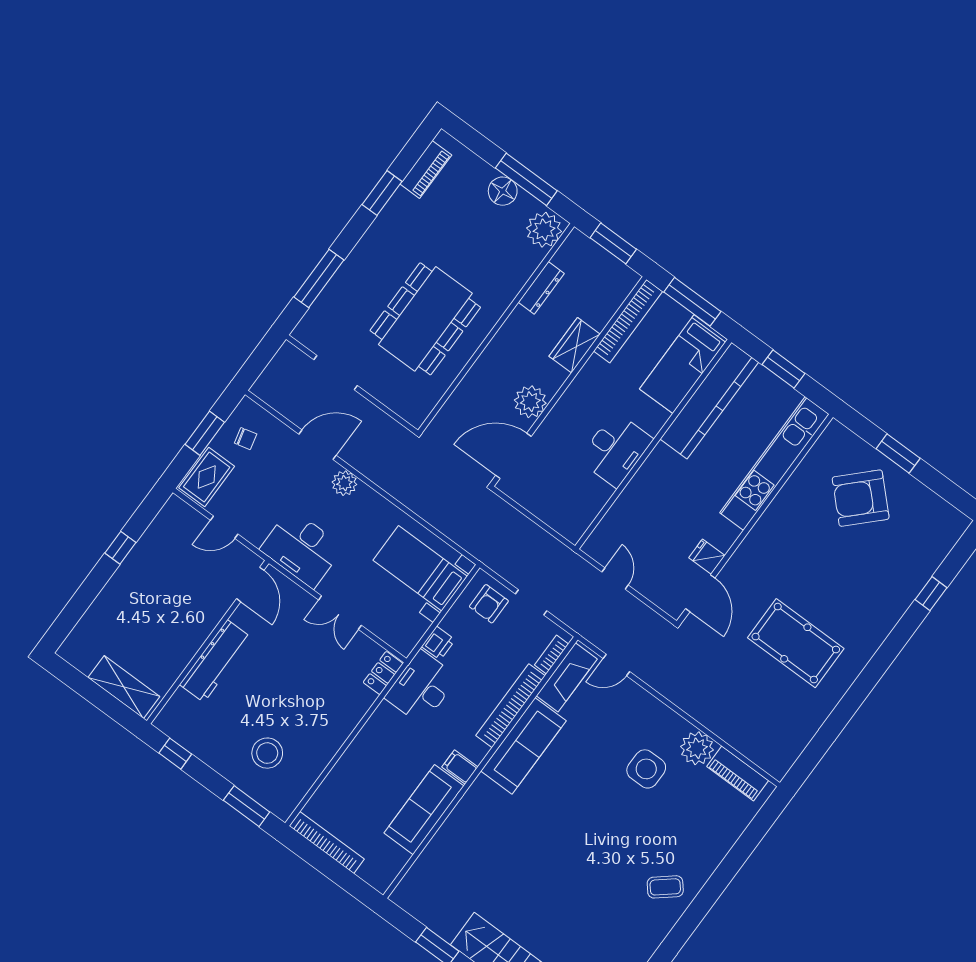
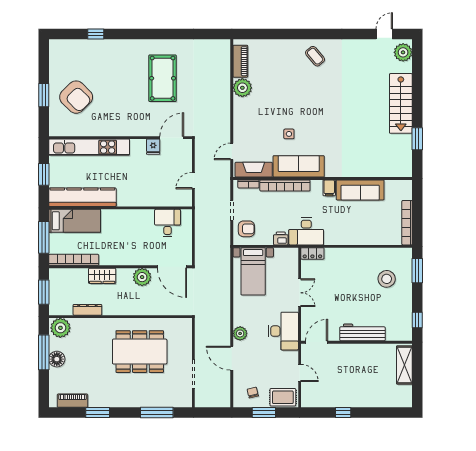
desk: (616, 450) -> (168, 223), moved, width x0.73
door: (616, 665) -> (232, 151), swing flipped
side table: (646, 769) -> (289, 134), moved, width x0.54, depth x0.54

